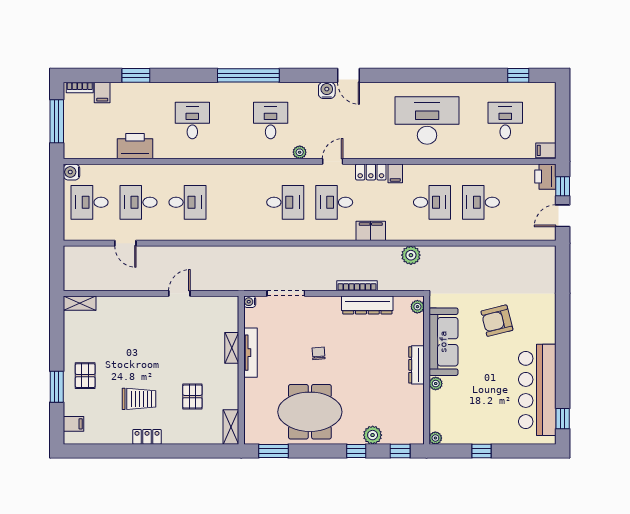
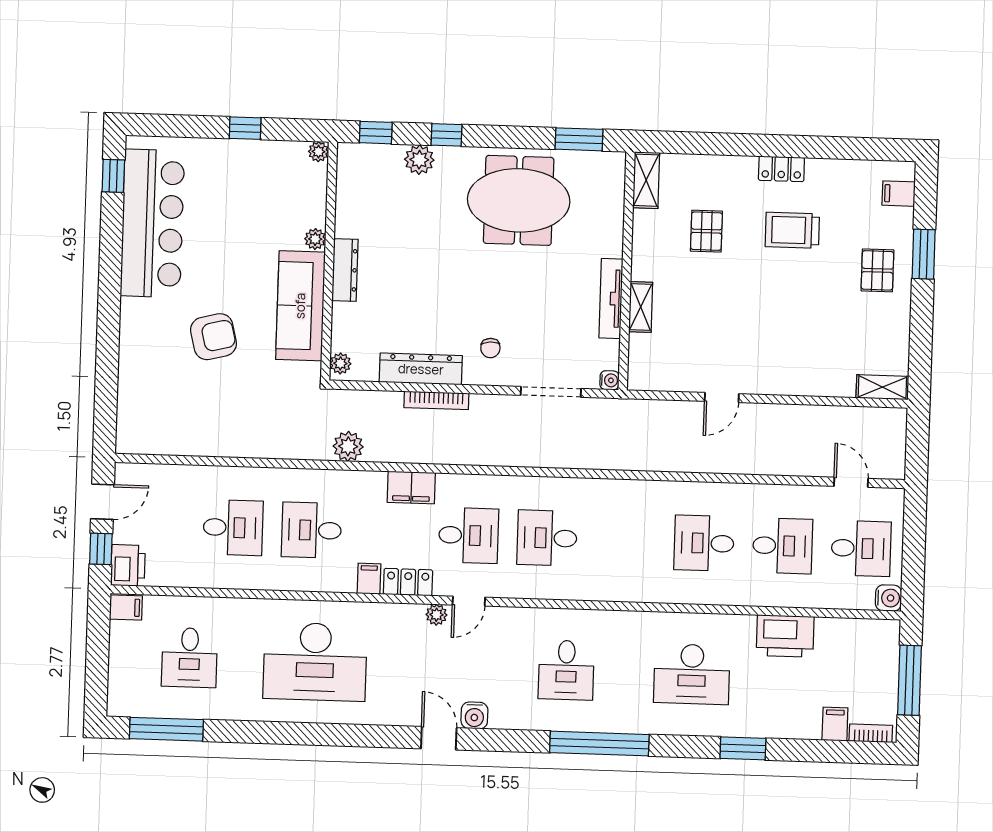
window: (136, 75) -> (743, 748), moved
window: (518, 75) -> (166, 729), width x2.17
desk: (192, 120) -> (692, 674), width x1.37
plant: (300, 152) -> (436, 615), moved
door: (125, 243) -> (851, 482), moved
chair: (319, 353) -> (490, 348), moved

